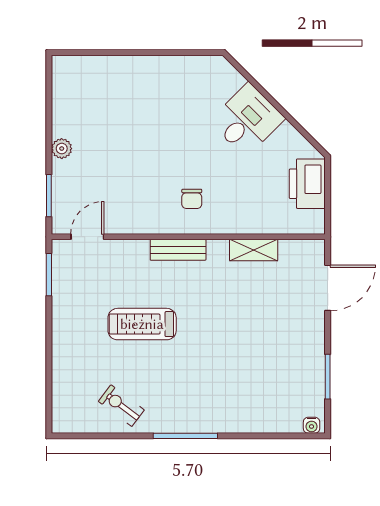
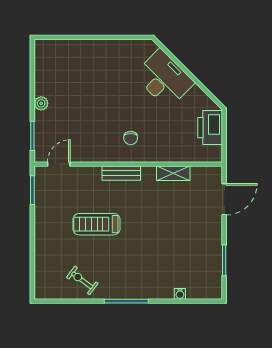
desk: (247, 120) -> (164, 79), width x1.37
water cooler: (312, 425) -> (180, 294), moved

